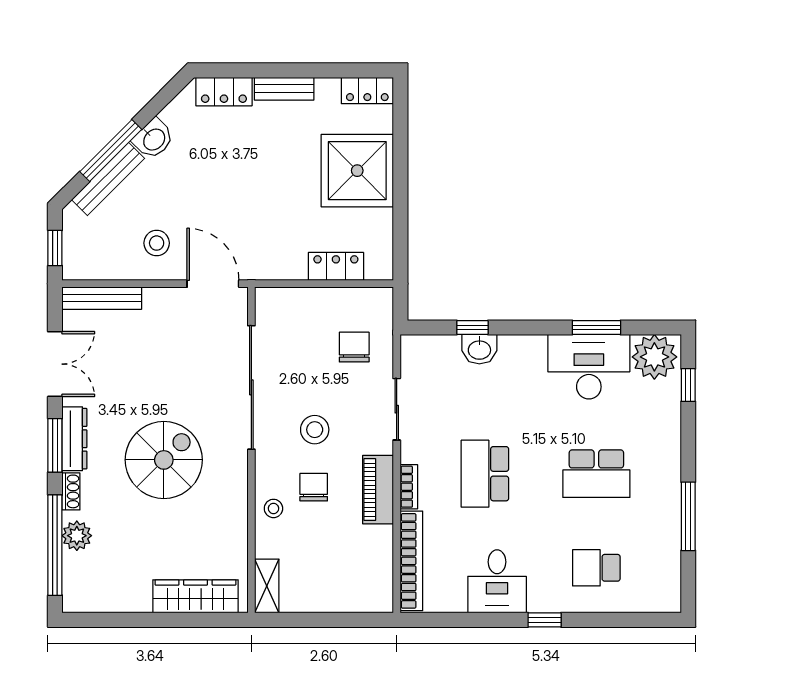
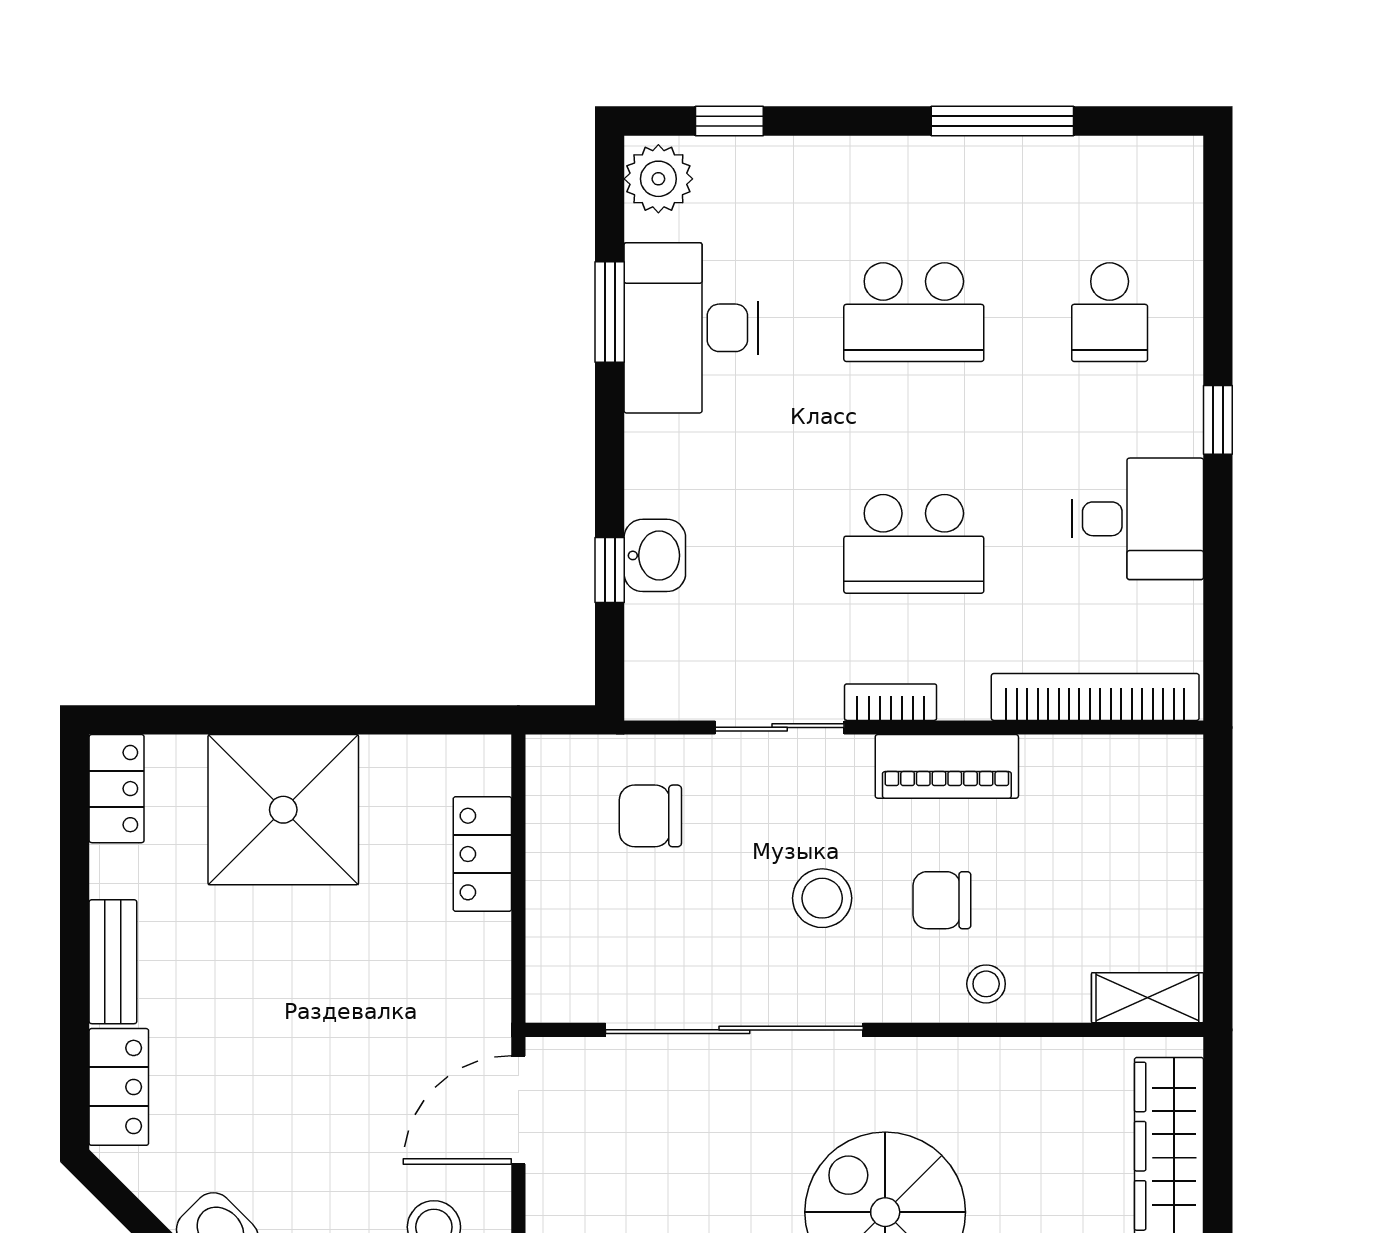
plant: (654, 357) -> (658, 179), width x0.73, depth x0.73
school desk: (596, 474) -> (914, 312), turned 90
bookcase: (409, 487) -> (891, 702), moved

